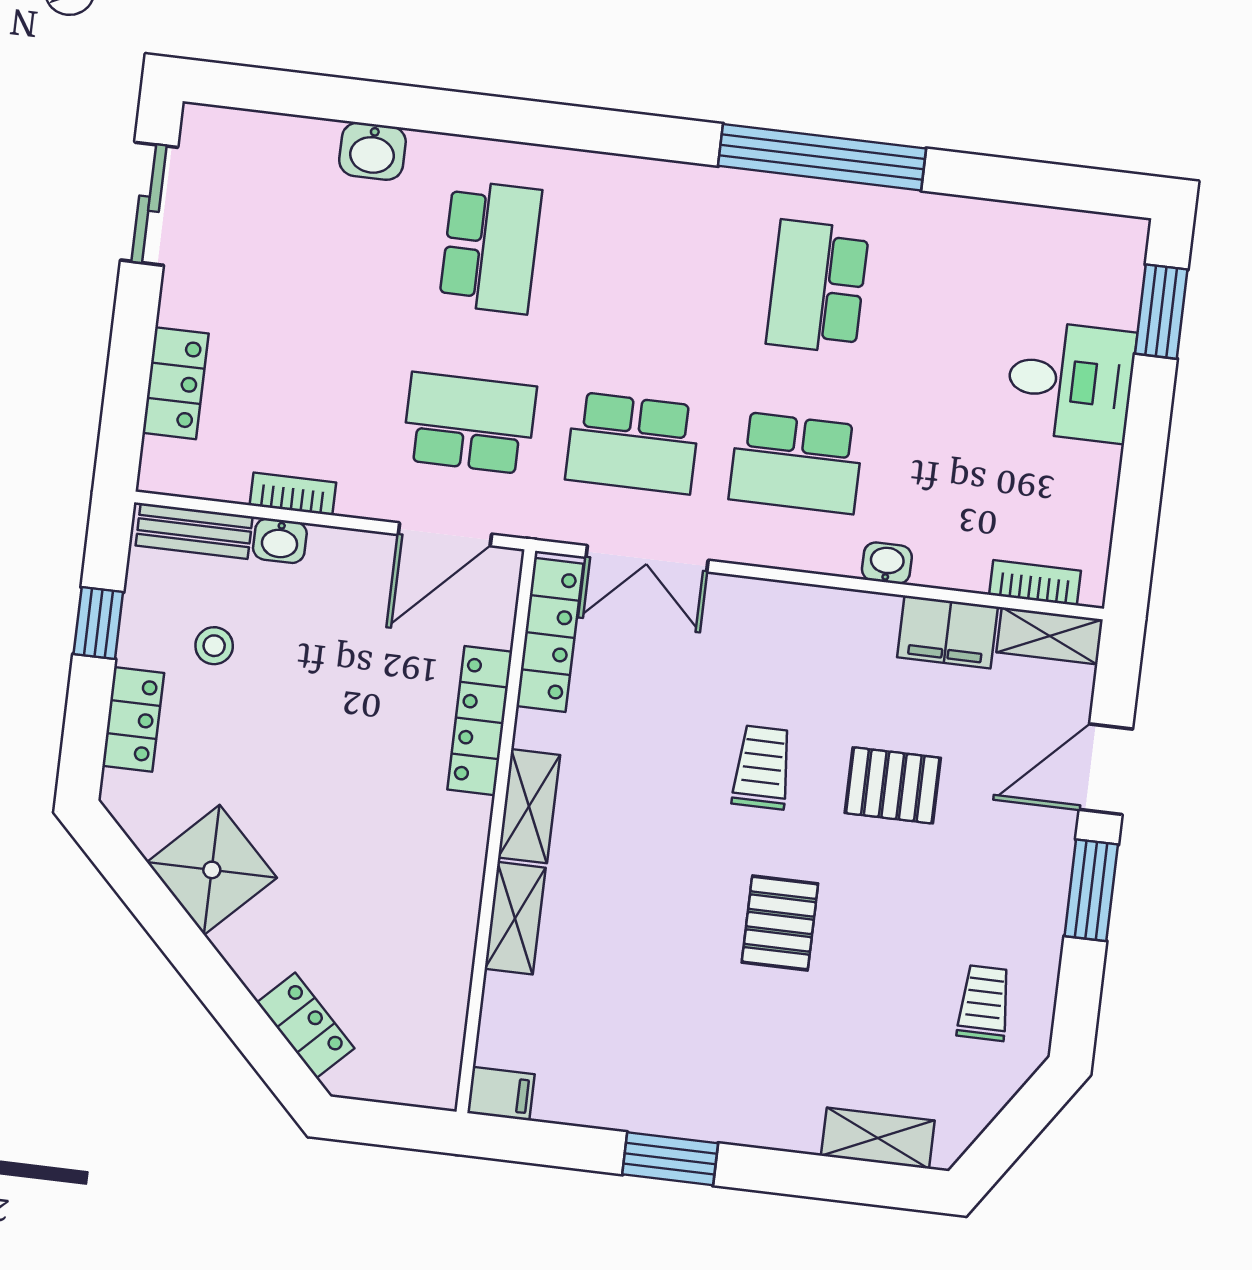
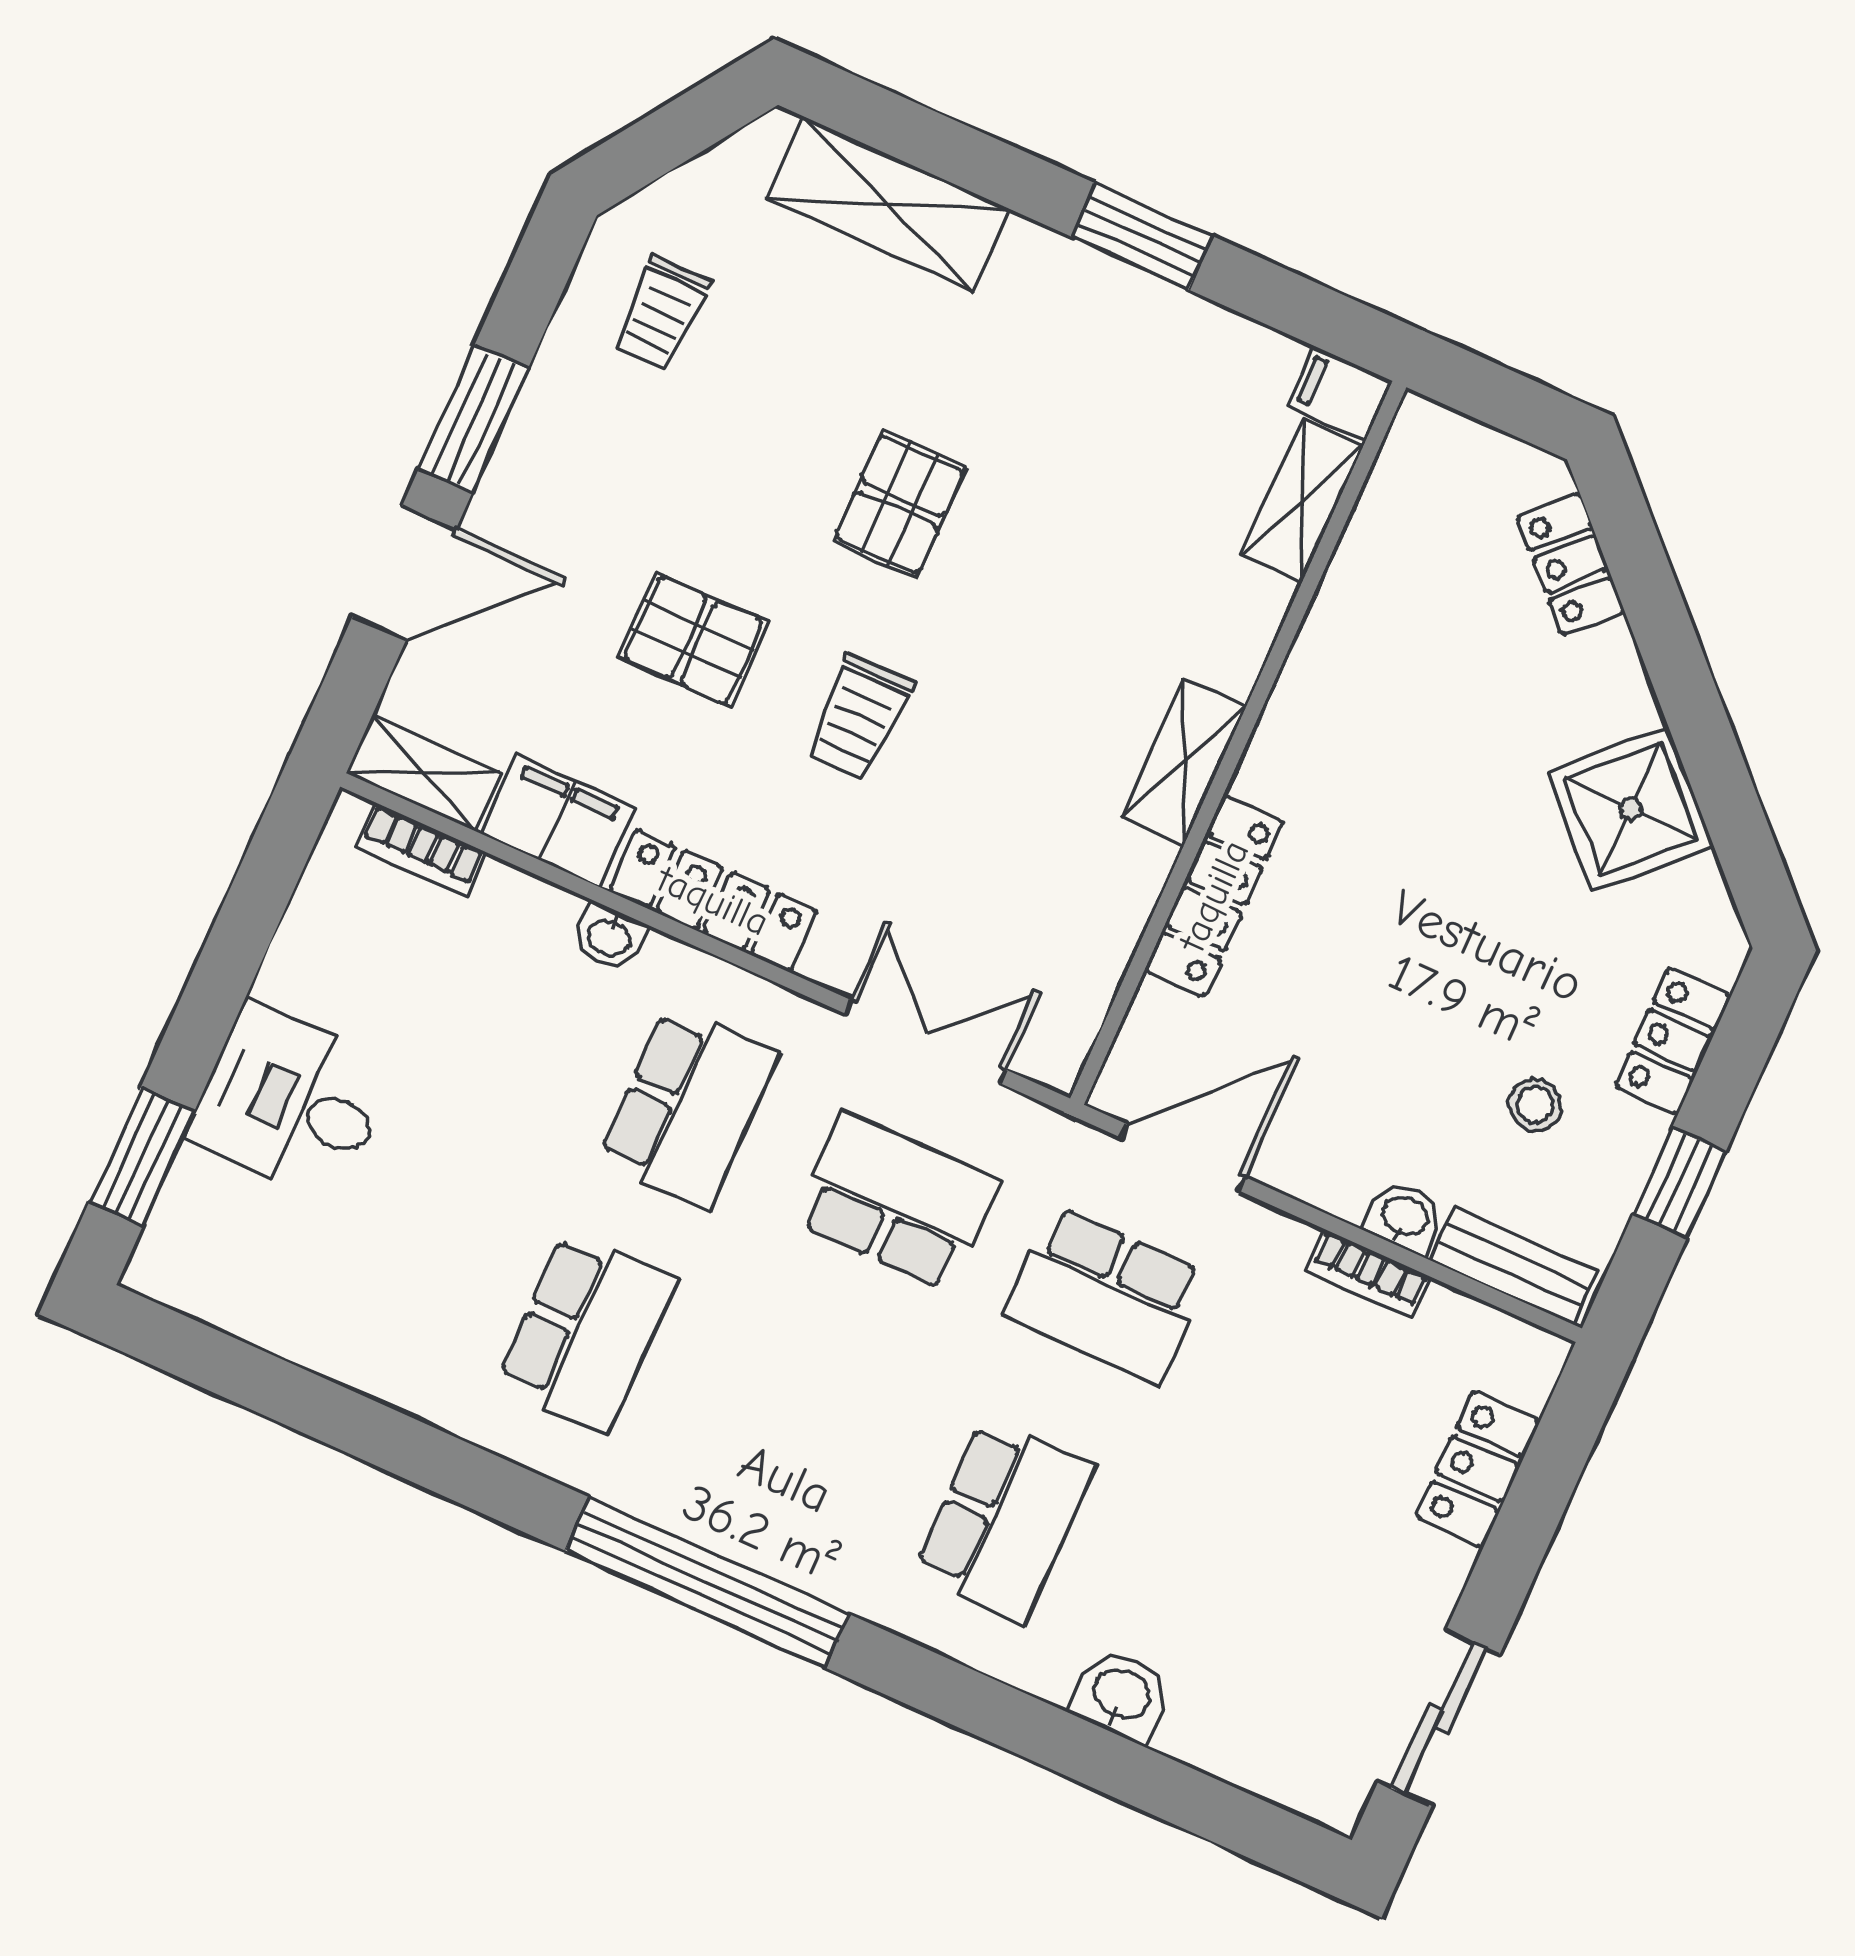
window: (822, 157) -> (707, 1582), moved
school desk: (491, 247) -> (1004, 1519), turned 180
school desk: (796, 463) -> (688, 1107), turned 90
locker: (550, 635) -> (713, 901), moved, turned 90
shelving: (515, 918) -> (1302, 500), moved
shelving: (878, 1138) -> (888, 204), width x1.50, depth x1.33

